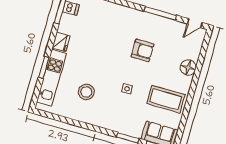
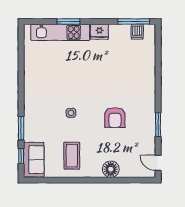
window: (160, 13) -> (158, 125), width x0.69
stool: (86, 92) -> (56, 72), removed
coffee table: (166, 99) -> (72, 156), width x0.73, depth x0.76

